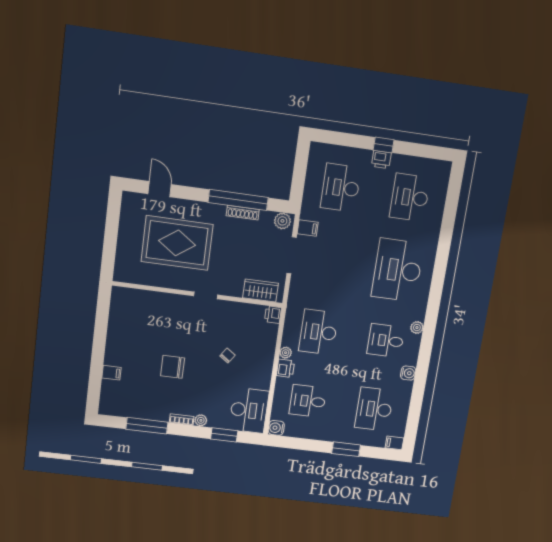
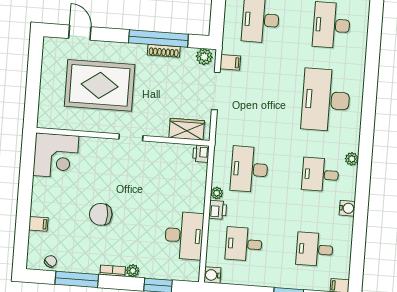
corner desk: (131, 309) -> (56, 156), added
chair: (228, 356) -> (51, 261), moved
desk: (374, 409) -> (315, 249), width x0.73
desk: (249, 410) -> (184, 236), moved

